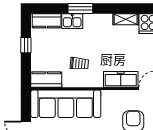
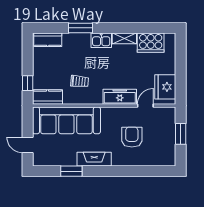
kitchen sink: (72, 21) -> (101, 40), moved
window: (26, 45) -> (28, 83), moved

